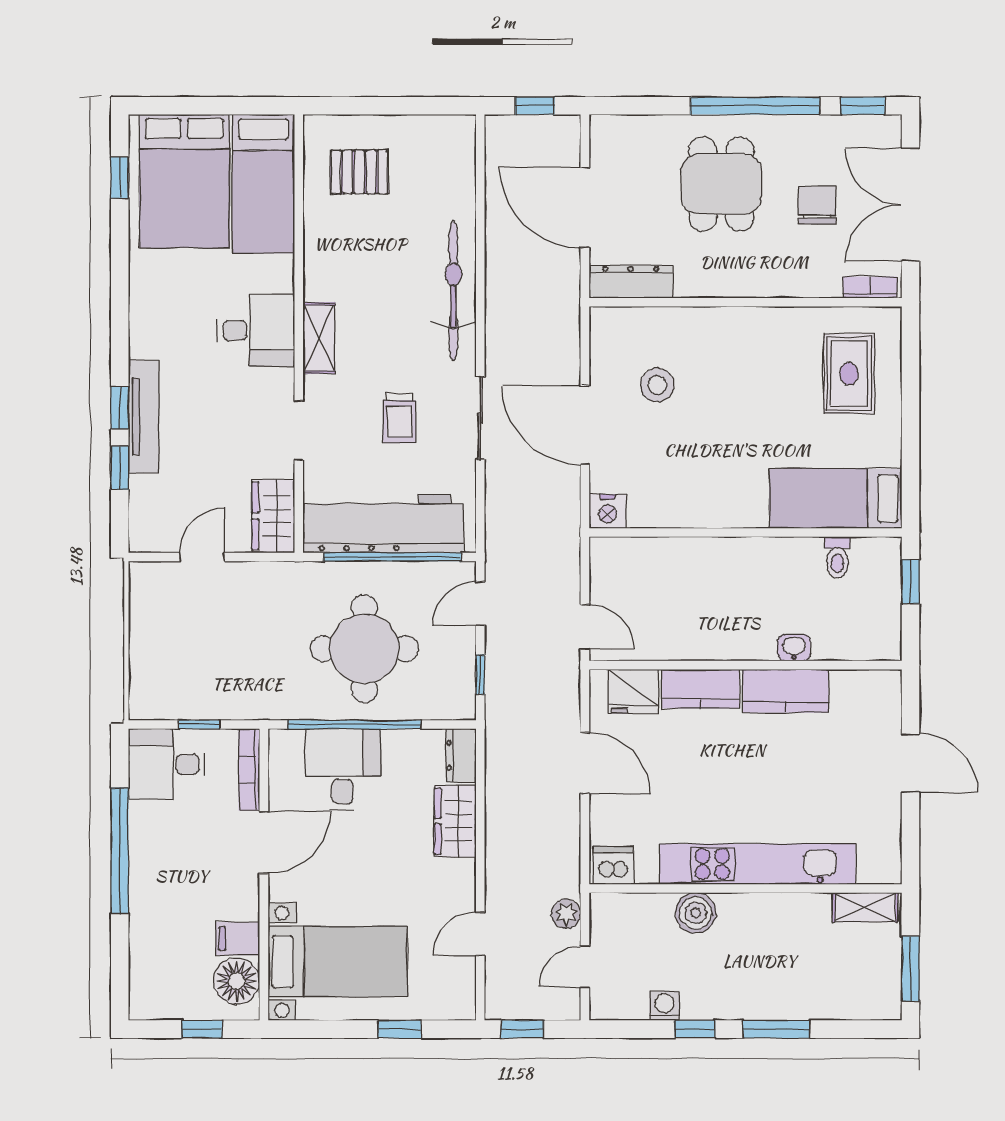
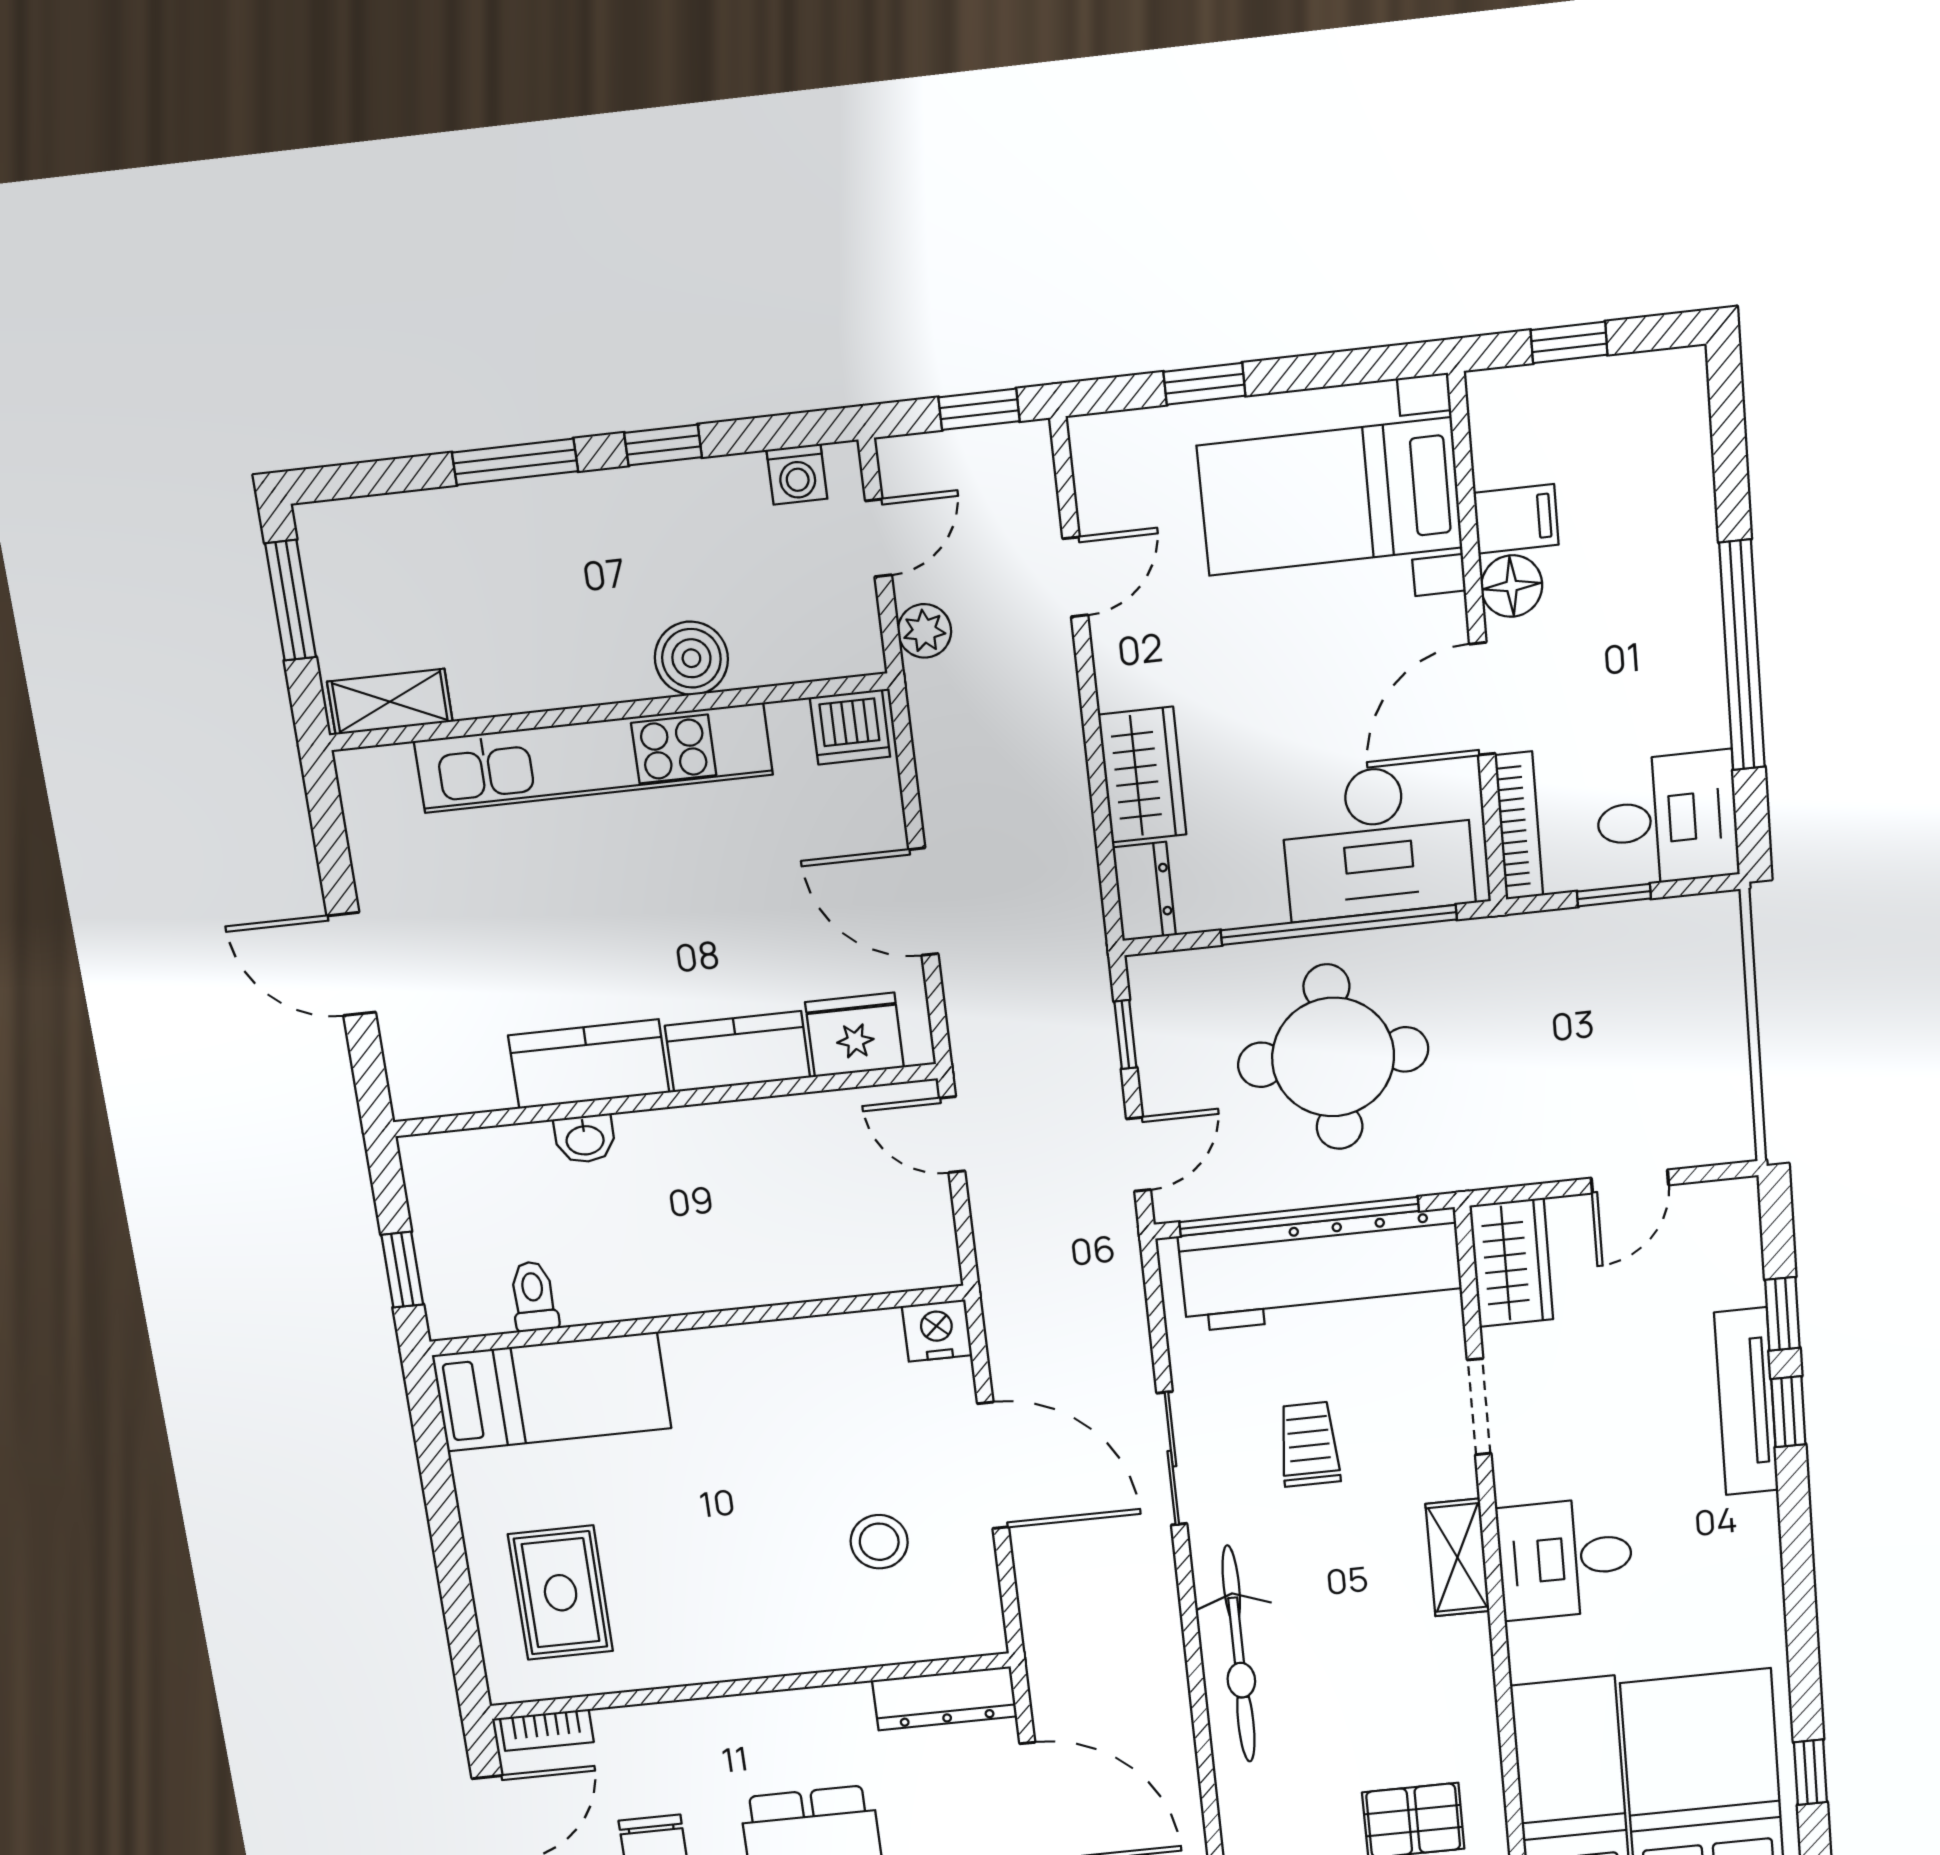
desk: (343, 769) -> (1377, 841), width x1.37
floor lamp: (237, 981) -> (1512, 586), moved, width x0.73, depth x0.73
washing machine: (664, 1006) -> (797, 474), moved

